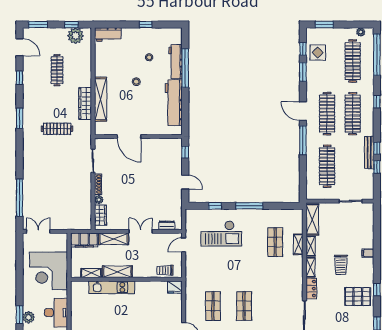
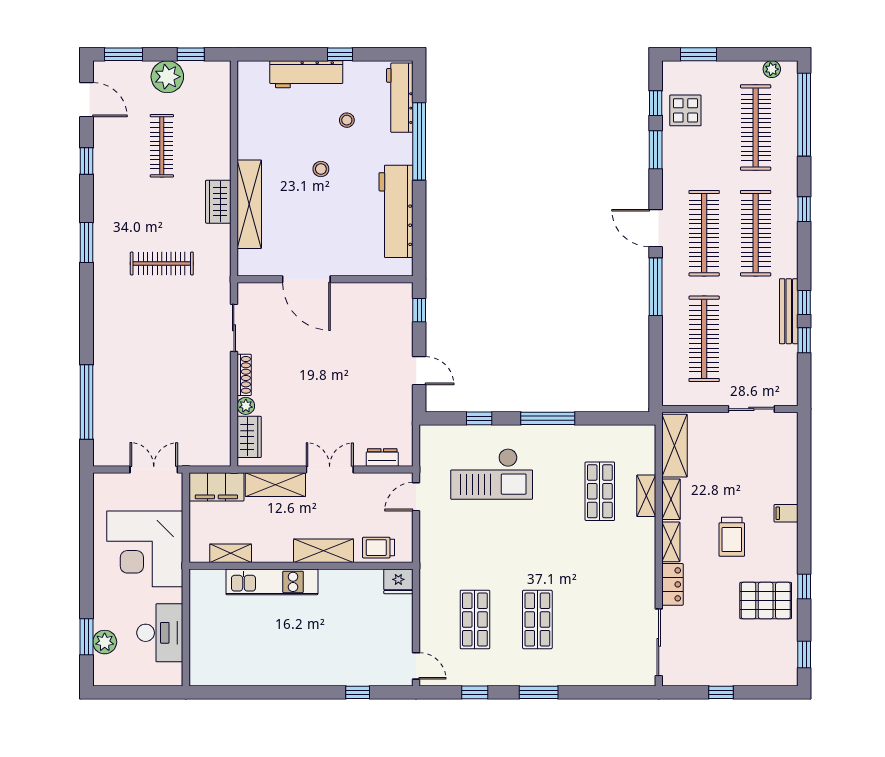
workbench: (108, 34) -> (306, 74), moved, width x1.38
plant: (76, 36) -> (167, 77), moved
workbench: (176, 62) -> (400, 98), moved
wardrobe: (85, 103) -> (218, 202), width x0.67
double door: (38, 231) -> (154, 470), moved
shelving: (117, 272) -> (324, 551), moved

